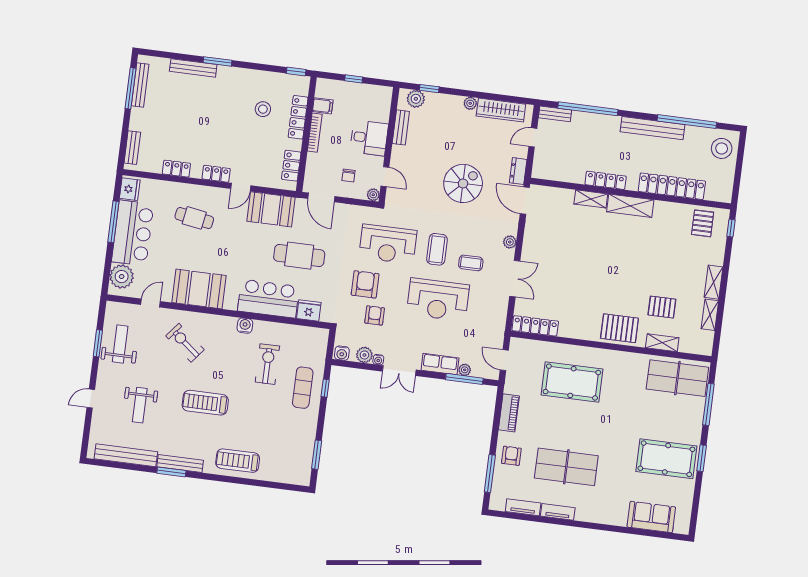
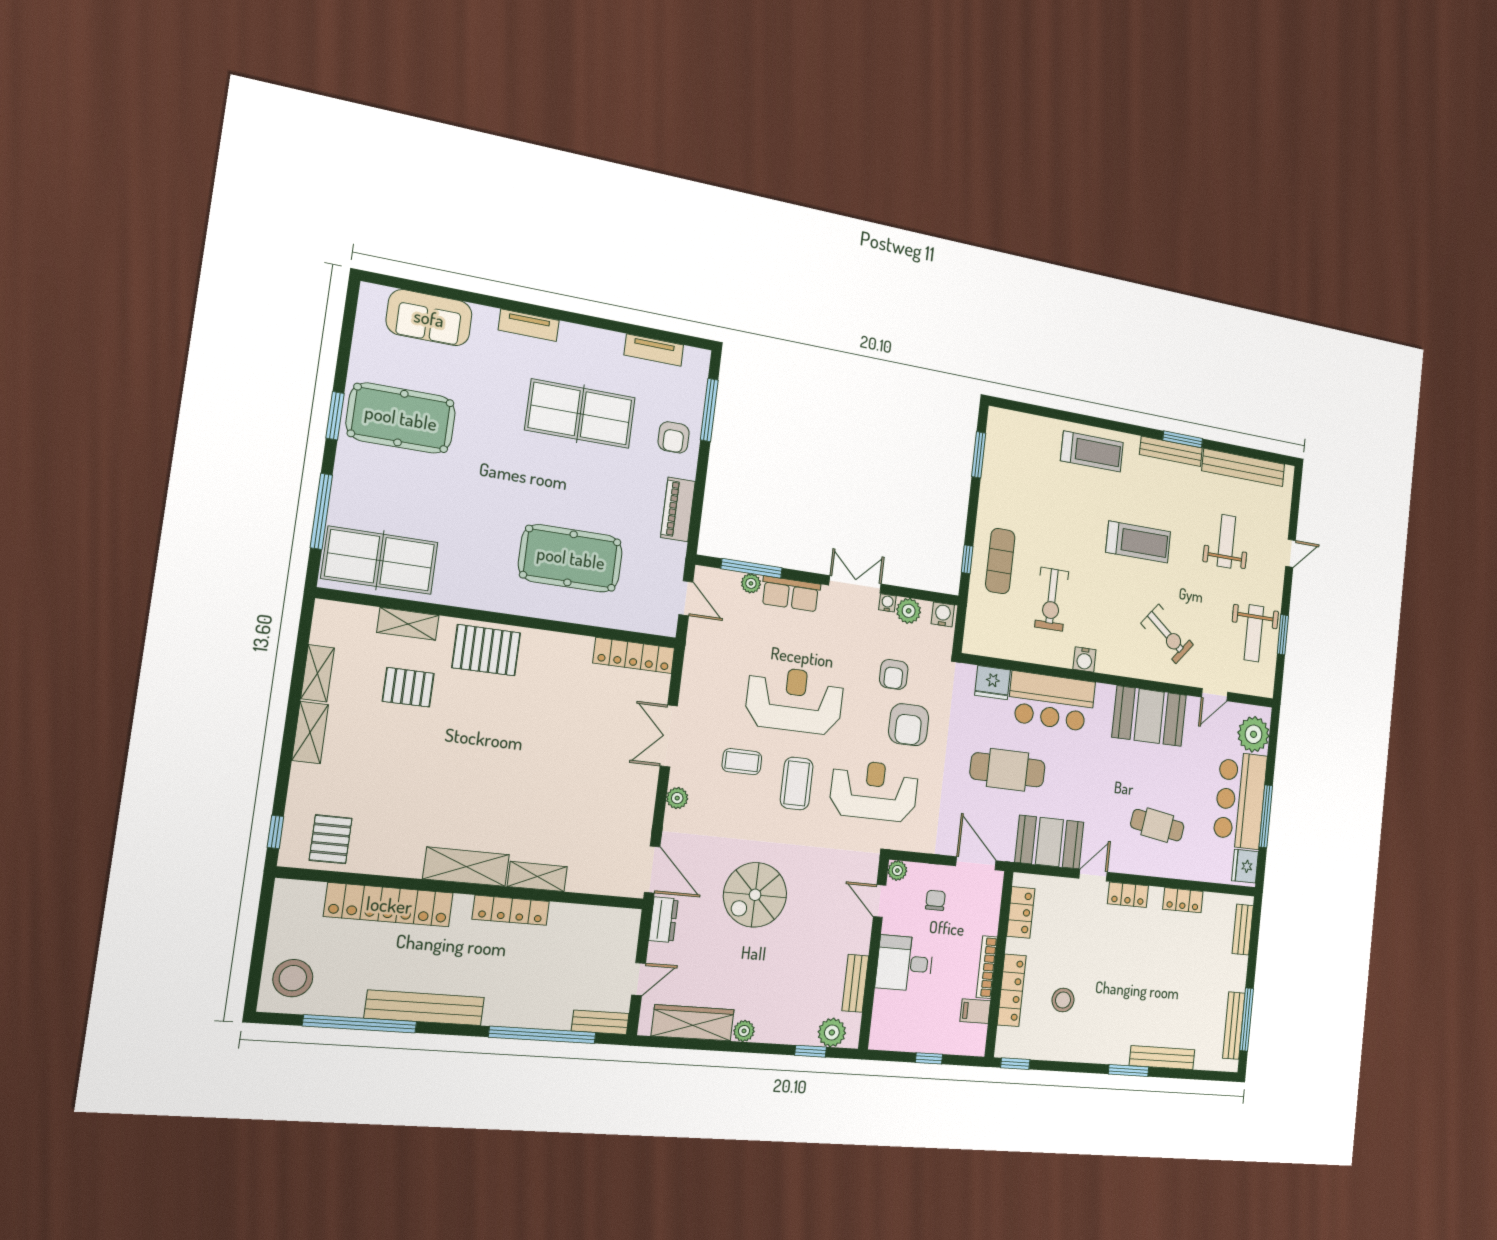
tv unit: (558, 512) -> (529, 325), moved

